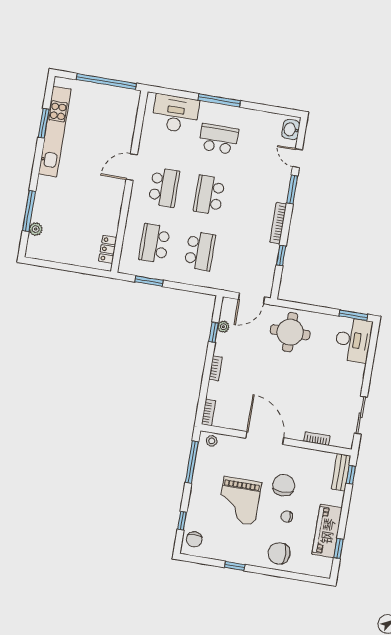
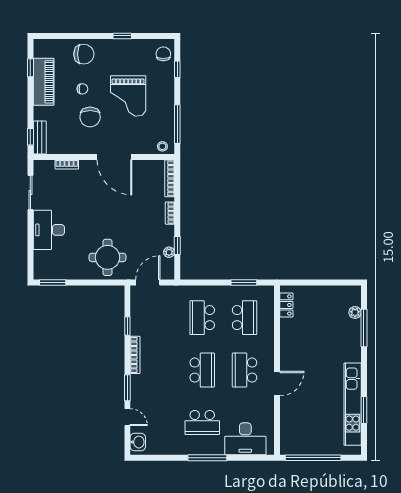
desk: (353, 340) -> (49, 230), moved
bookcase: (208, 412) -> (170, 178), width x1.56
grand piano: (239, 501) -> (128, 96), turned 180

